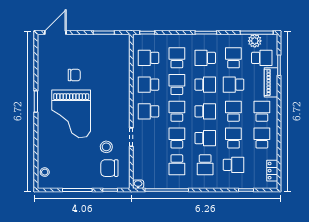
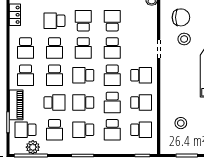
school desk: (205, 58) -> (83, 130), turned 180
stool: (110, 64) -> (181, 123), added
school desk: (205, 138) -> (83, 48), turned -90

